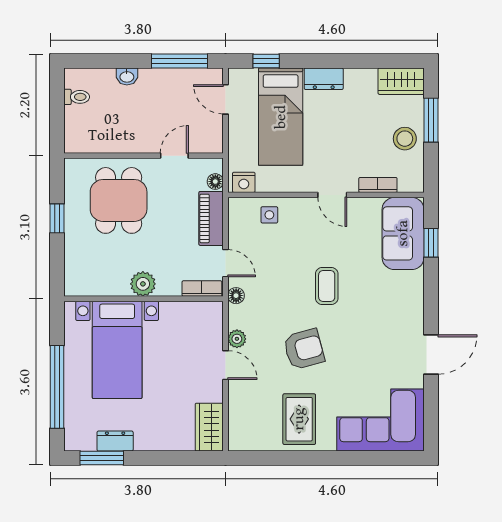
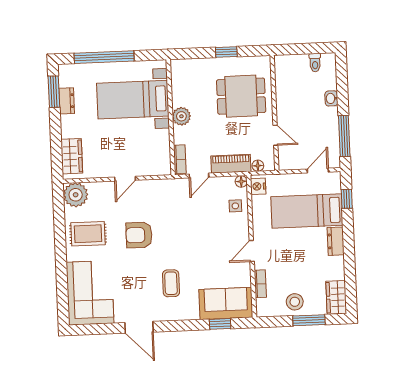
coffee table: (327, 286) -> (171, 283), moved, turned 90
floor lamp: (236, 296) -> (241, 181), moved
plant: (237, 339) -> (76, 195), moved, width x1.88, depth x1.88
armchair: (304, 349) -> (139, 235), turned 105
wardrobe: (209, 427) -> (72, 156), moved, turned 90

